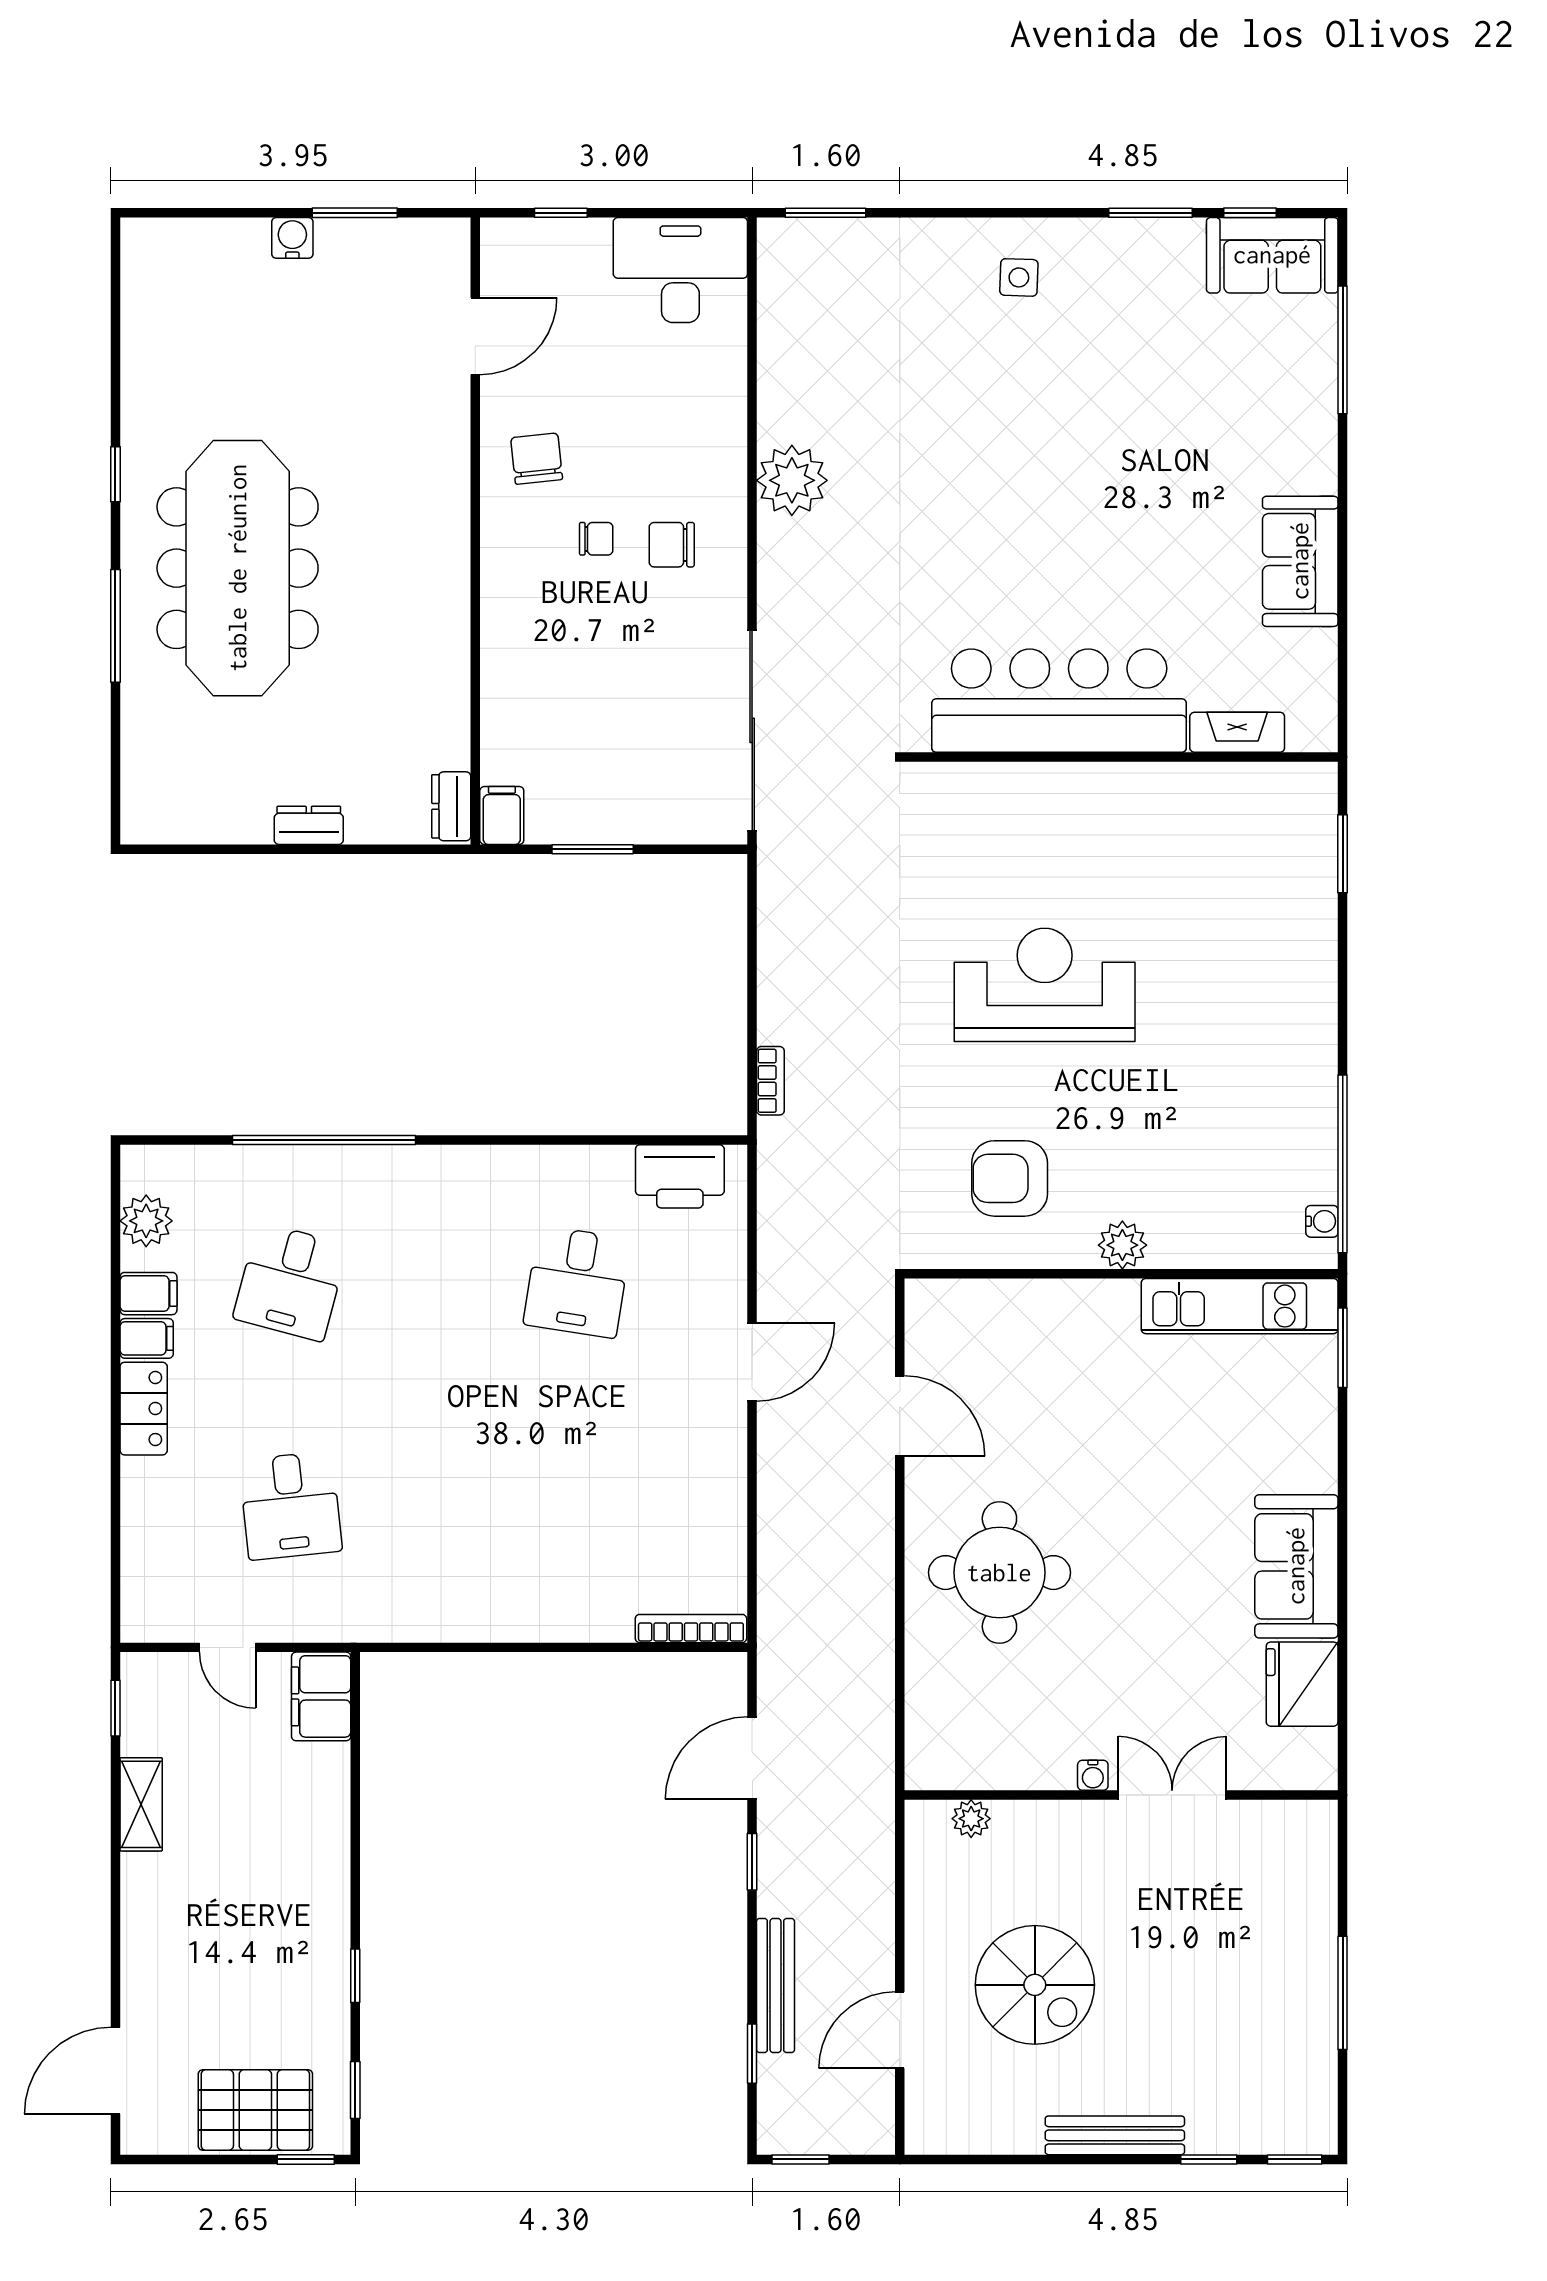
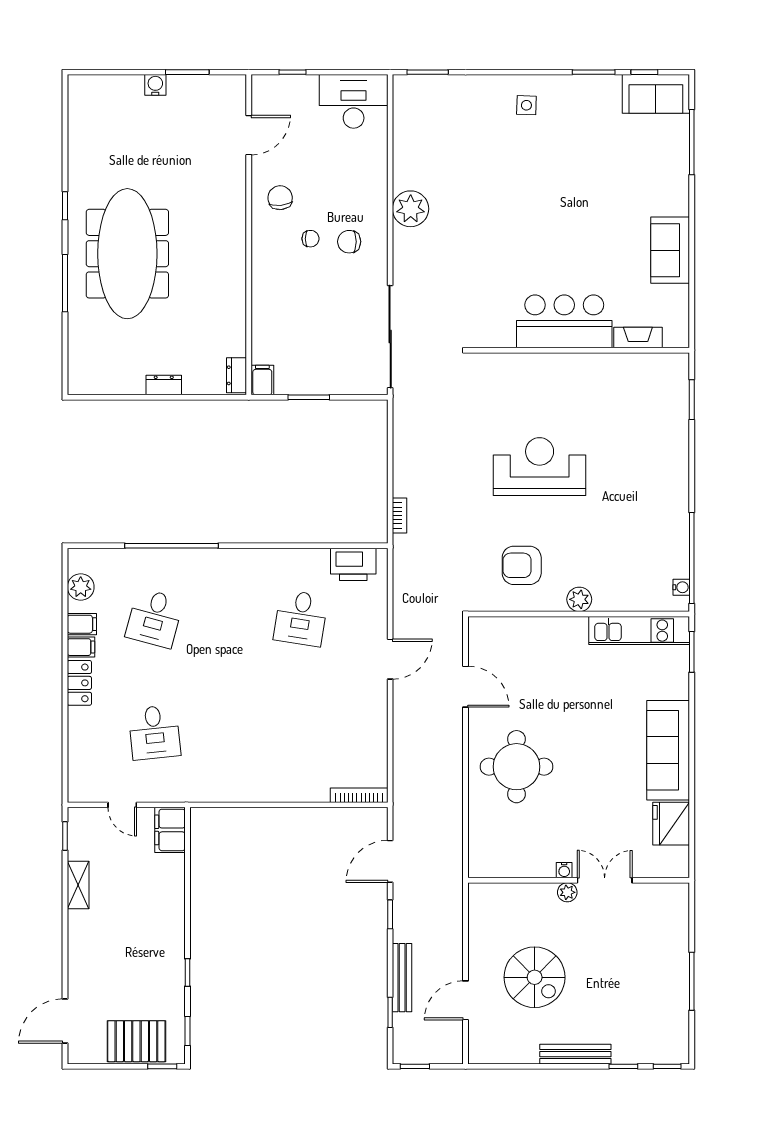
bar counter: (1059, 701) -> (564, 321), width x0.73
sofa: (1296, 1566) -> (668, 750), width x1.36
plant: (971, 1819) -> (567, 892), moved

